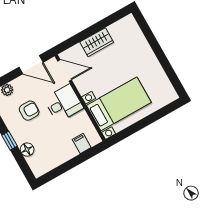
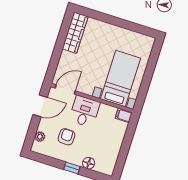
wardrobe: (97, 42) -> (75, 33), moved, width x1.50
filing cabinet: (82, 144) -> (124, 115), moved

